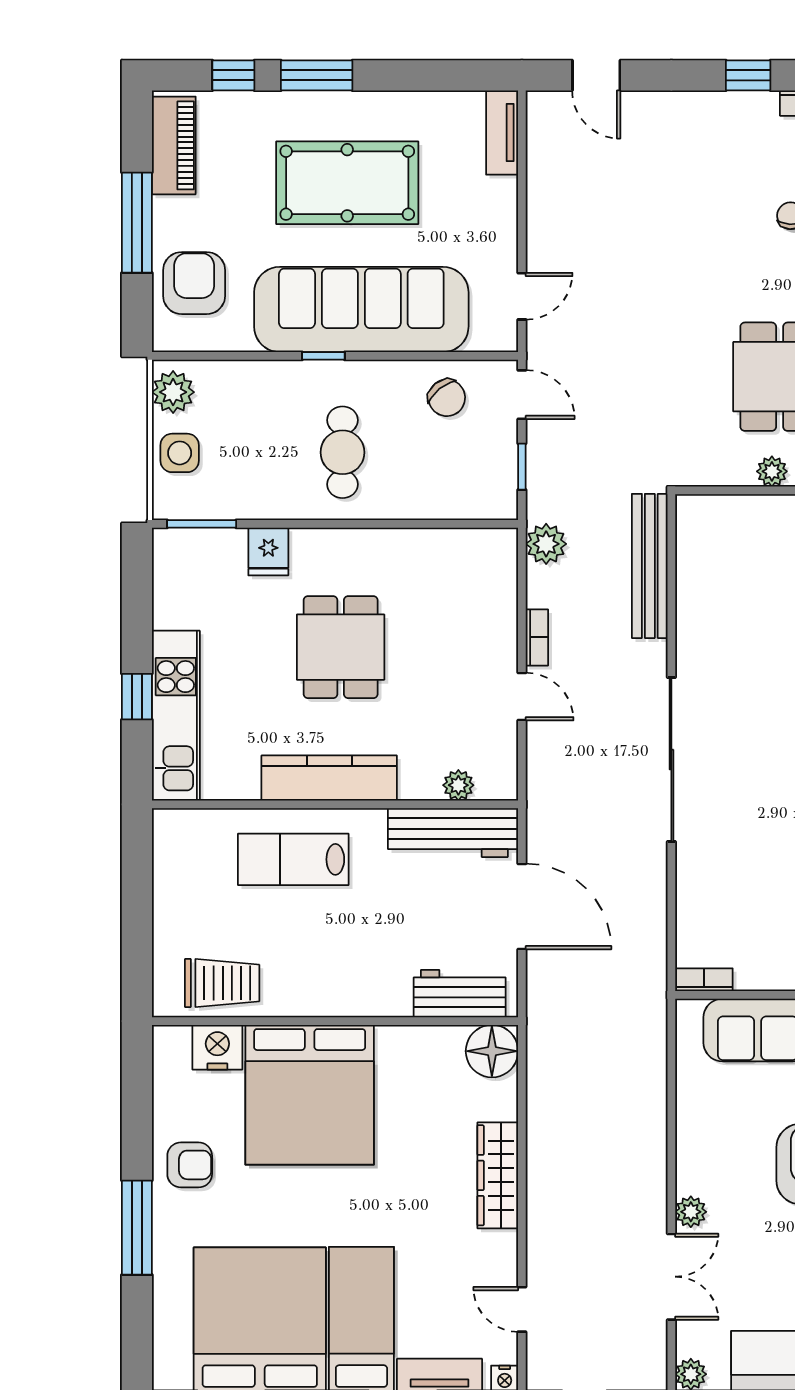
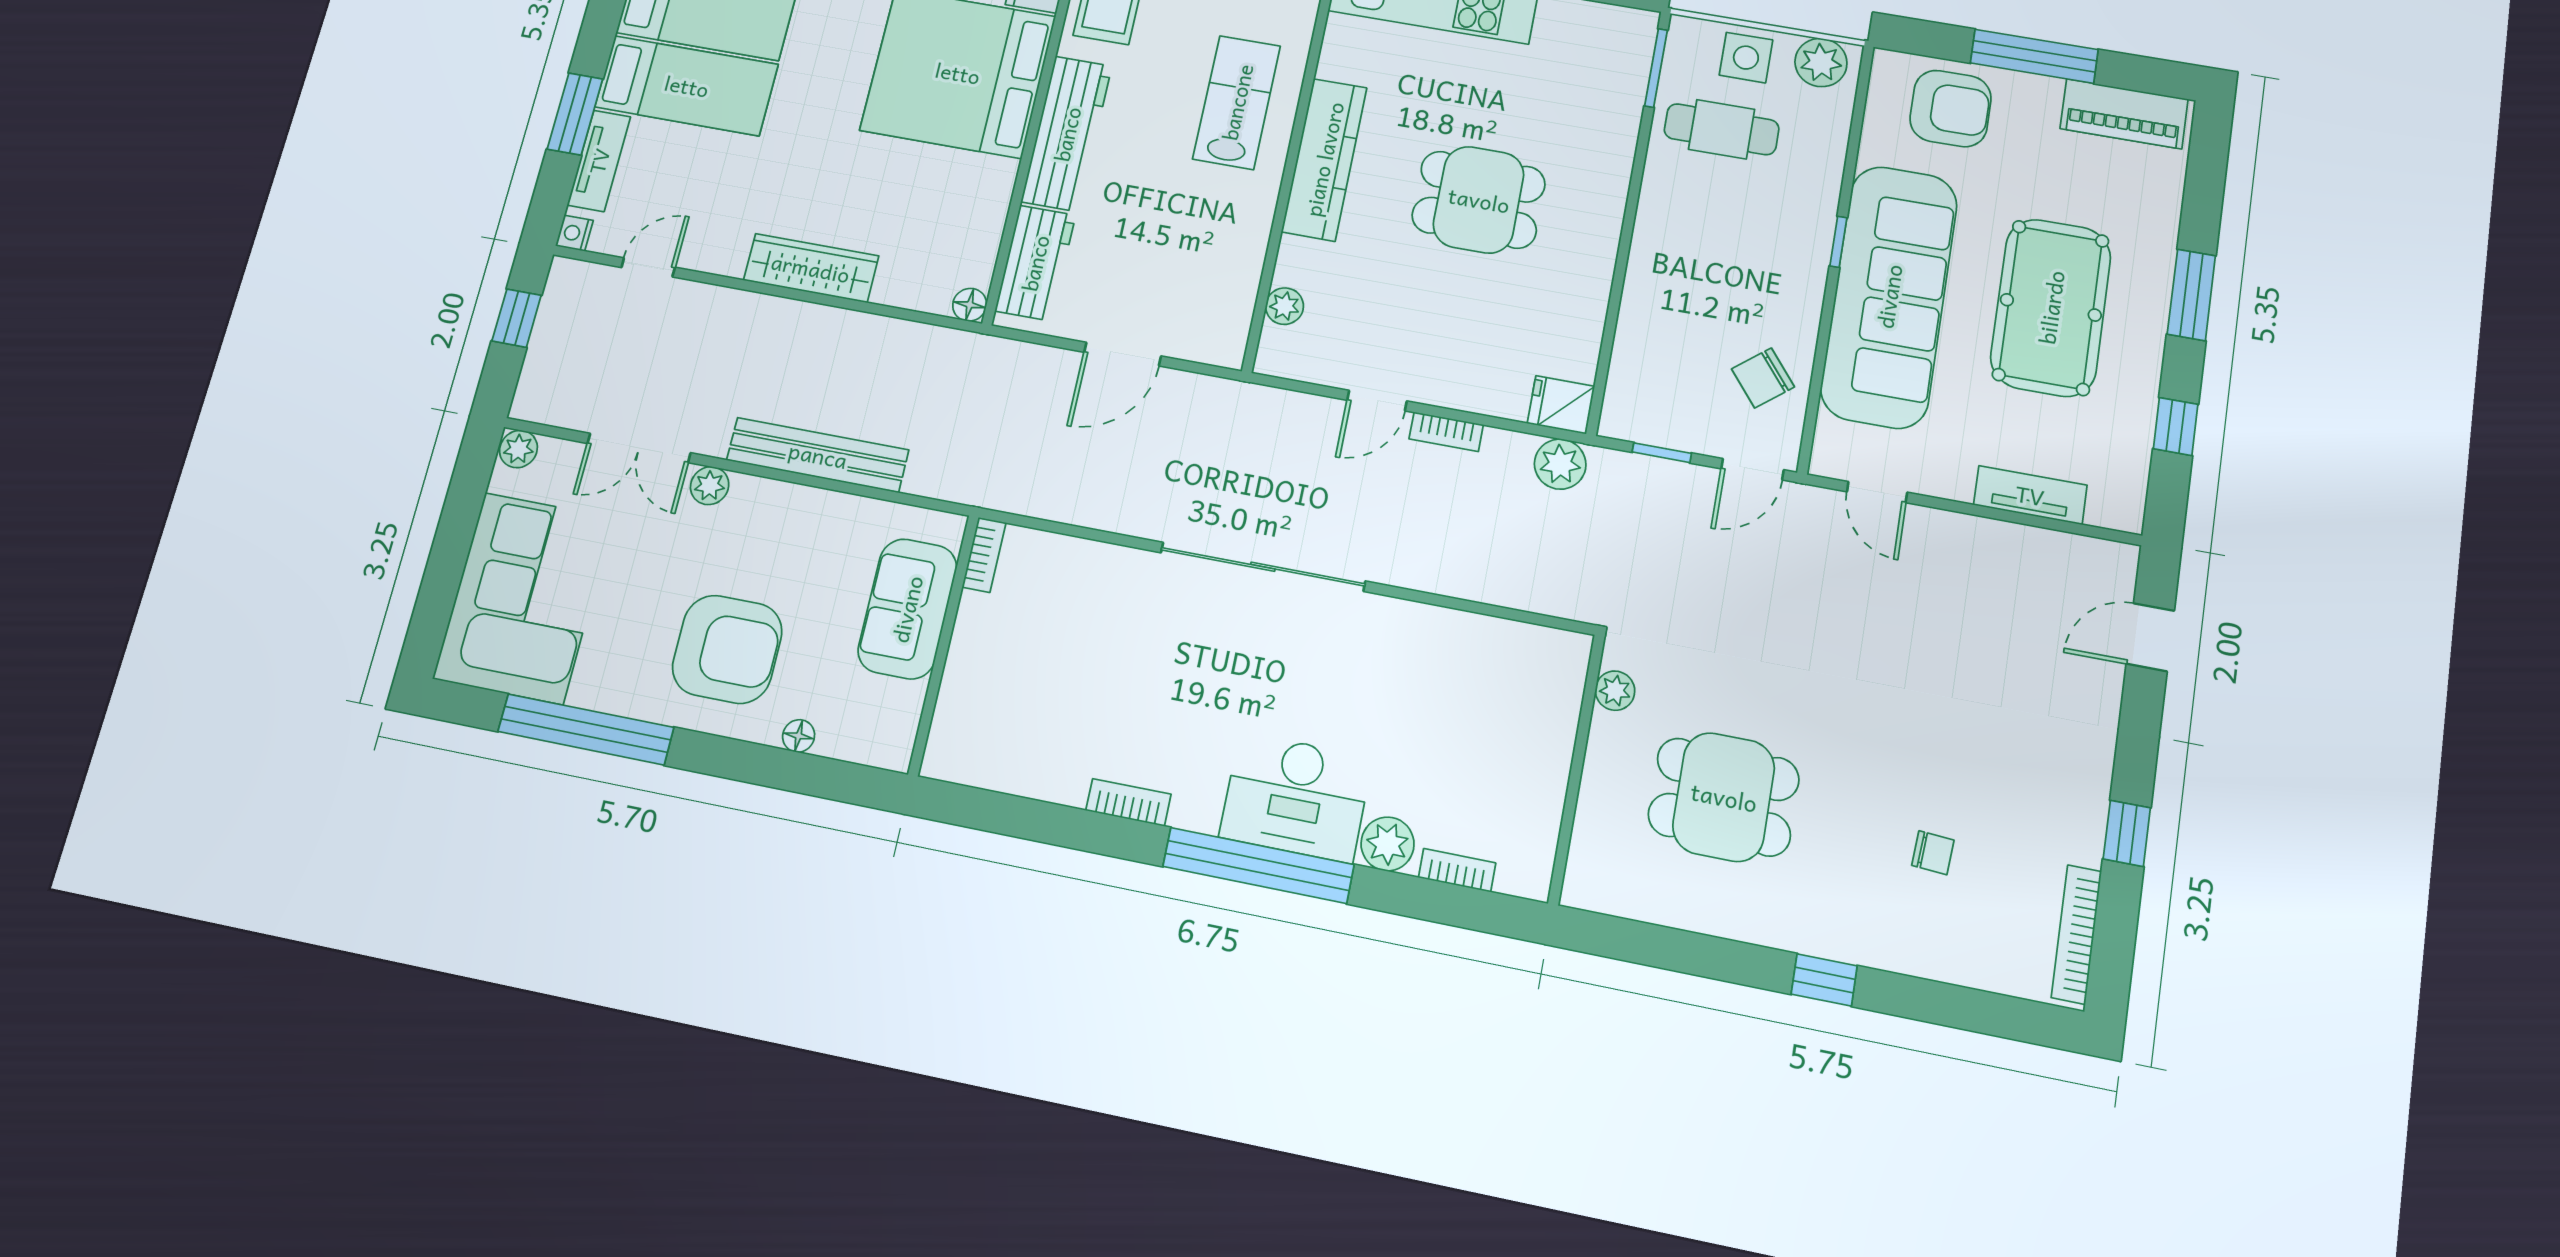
window: (233, 75) -> (2176, 427), moved
tv unit: (502, 133) -> (2030, 495), moved
cafe table: (342, 452) -> (1722, 129), moved
plant: (772, 471) -> (1615, 691), moved
fridge: (268, 552) -> (1561, 405), moved
bench: (650, 566) -> (818, 455), moved
workbench: (453, 833) -> (1067, 134), moved, turned 180
door: (522, 906) -> (1123, 354), width x0.73
floor lamp: (492, 1051) -> (970, 305), width x0.53, depth x0.53

